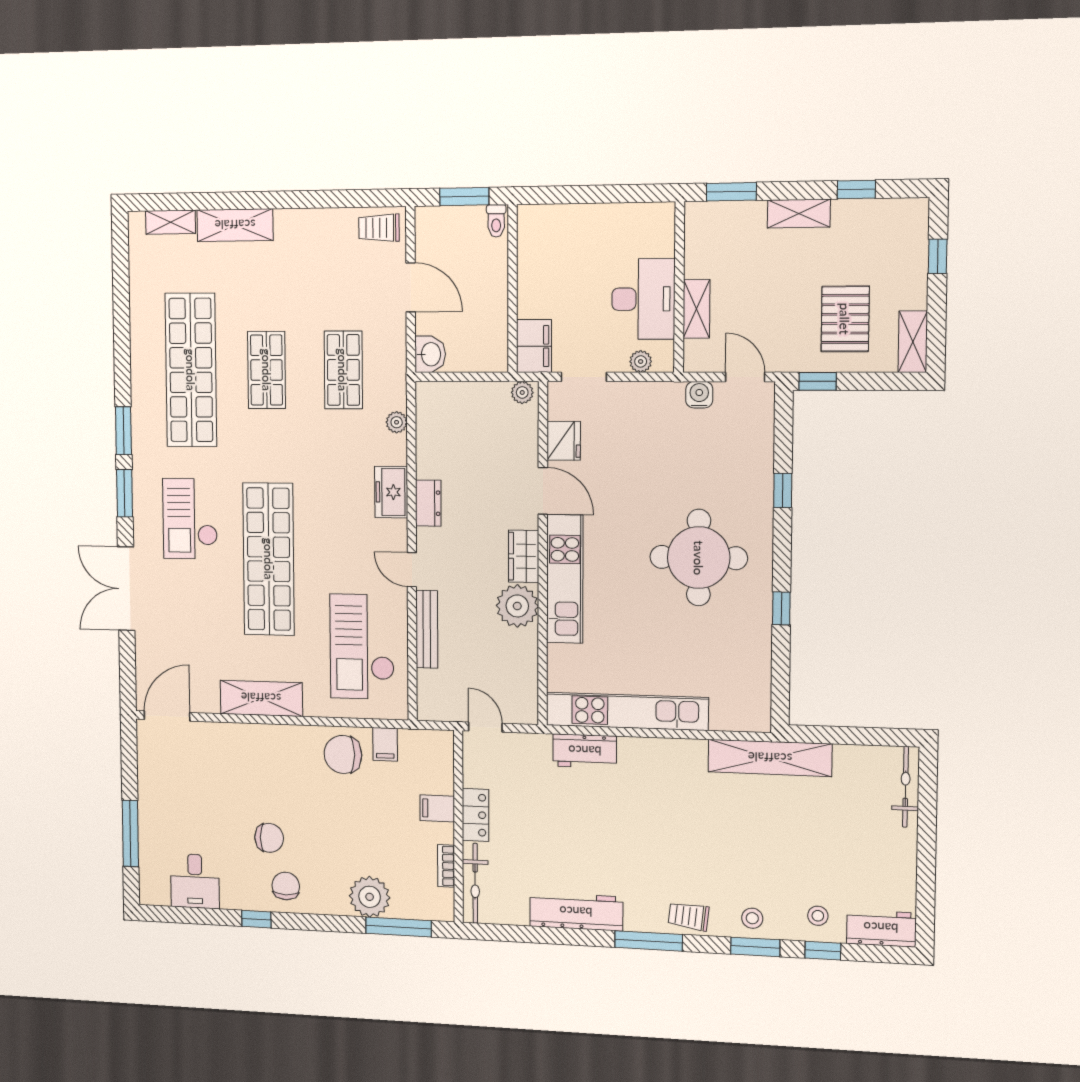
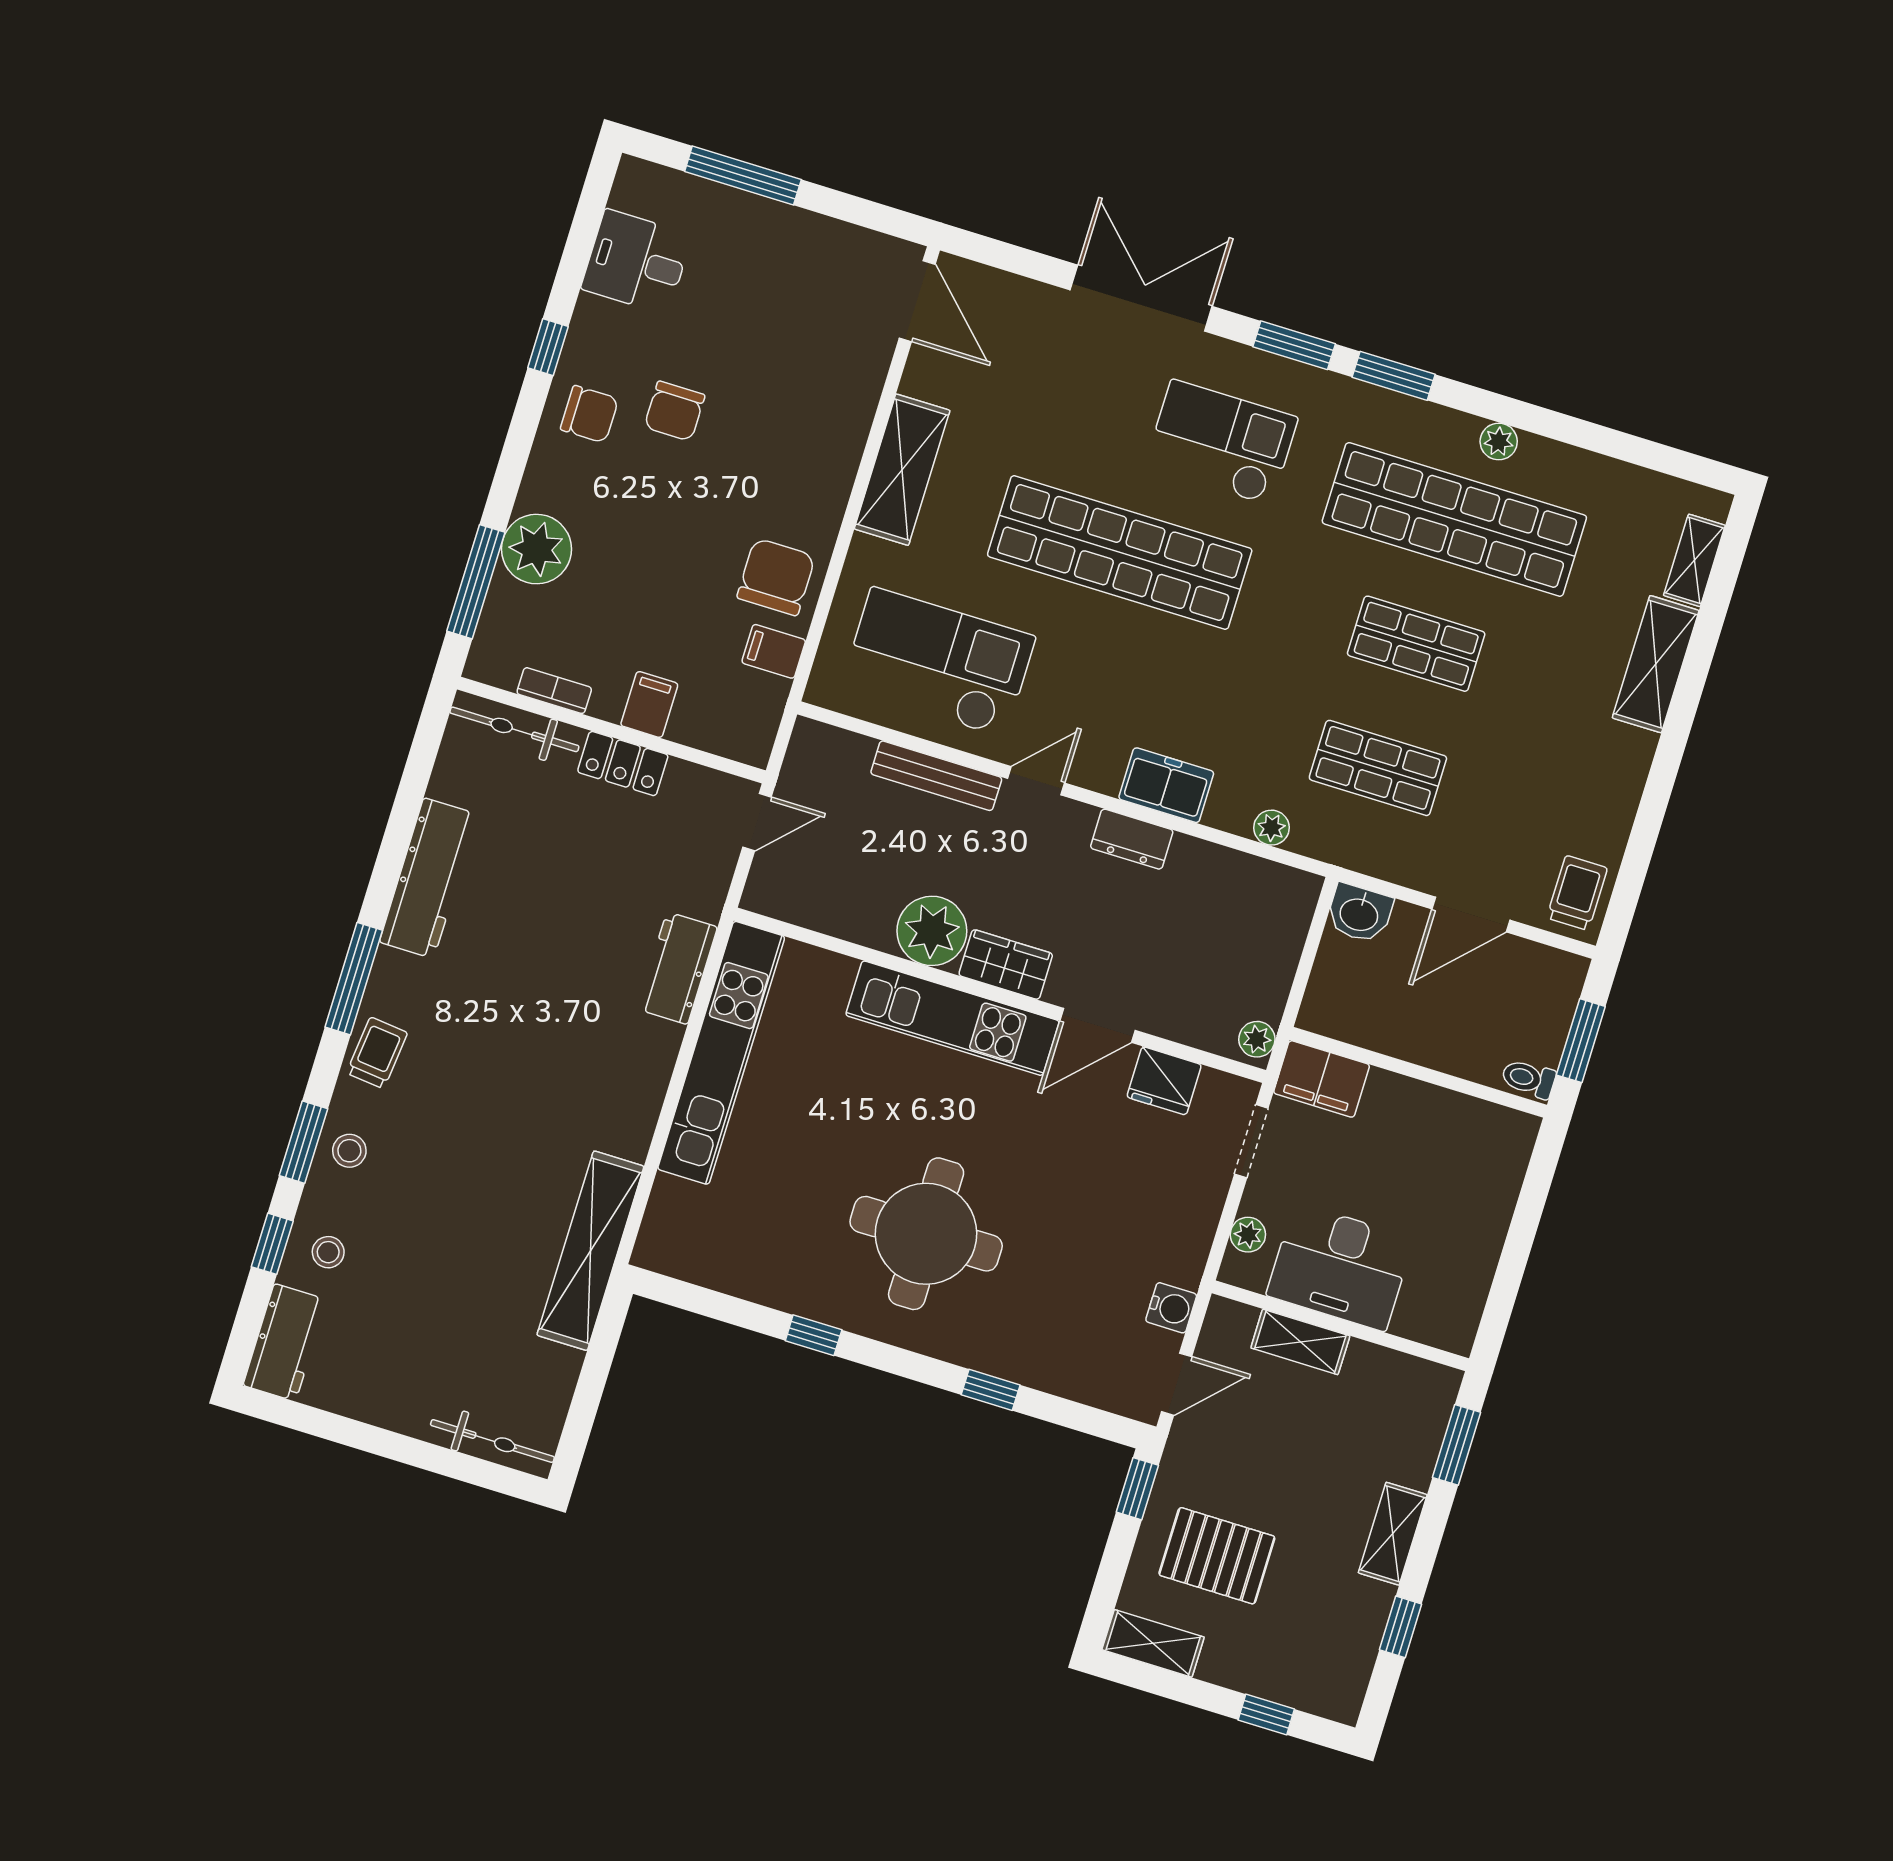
plant: (140, 358) -> (1499, 441), added

